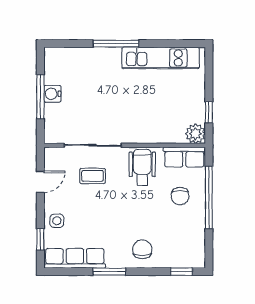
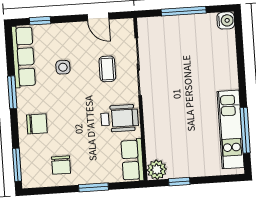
window: (116, 44) -> (245, 130), moved
water cooler: (52, 94) -> (226, 20), moved, turned 90
chair: (180, 196) -> (61, 165), moved, turned -90
window: (209, 198) -> (93, 187), width x0.47
side table: (57, 221) -> (63, 67), moved
window: (181, 272) -> (17, 165), width x1.50

